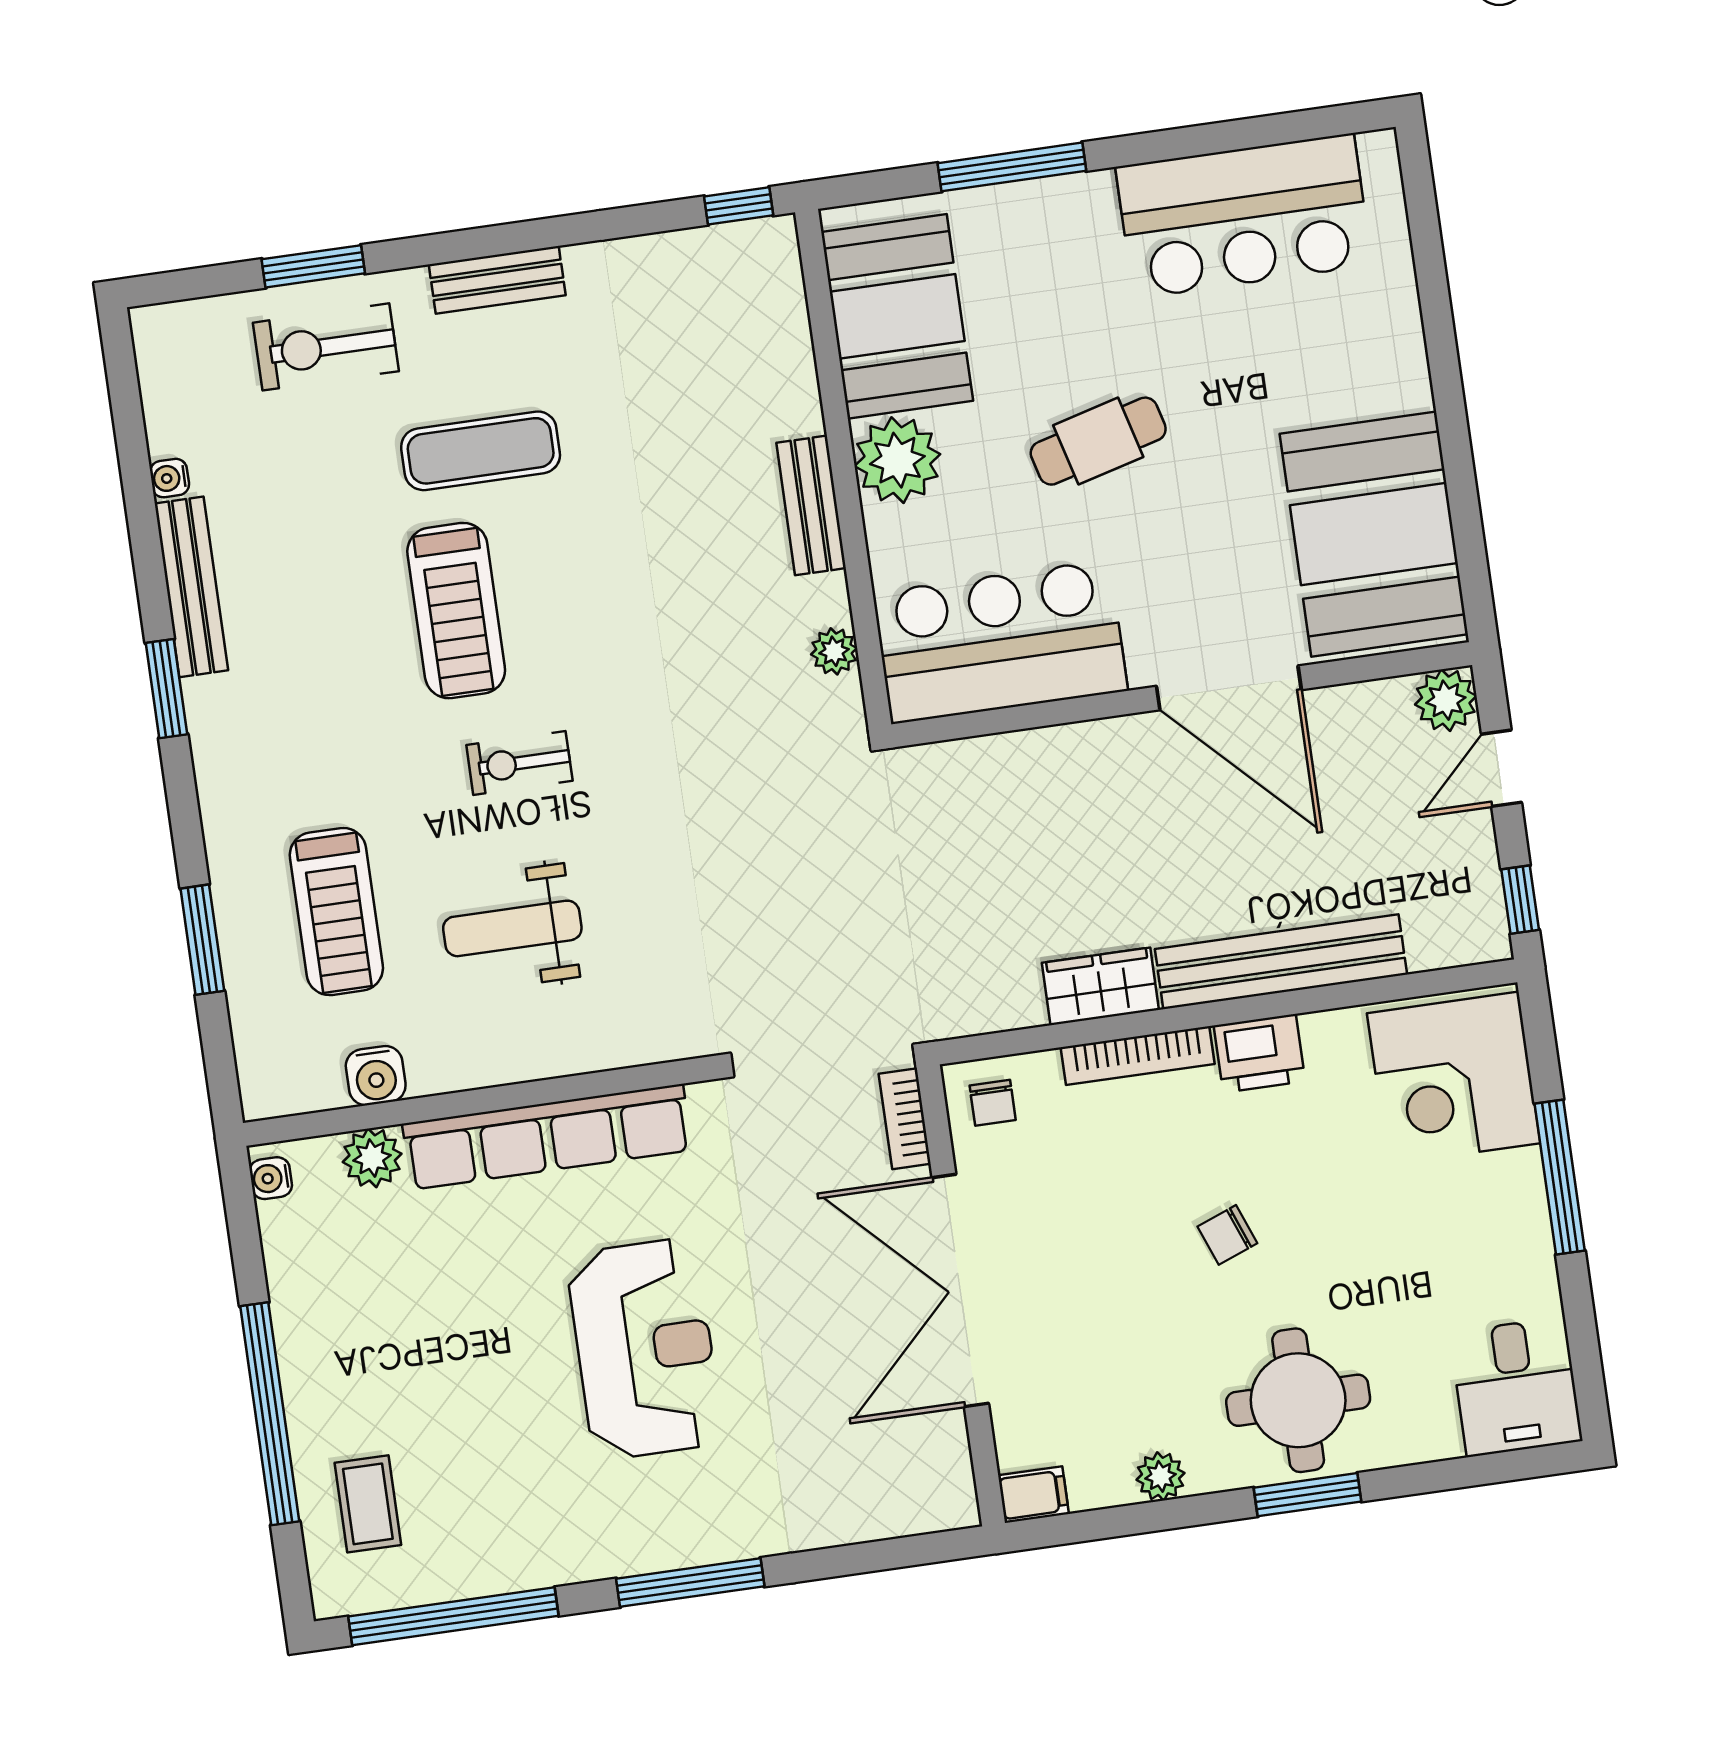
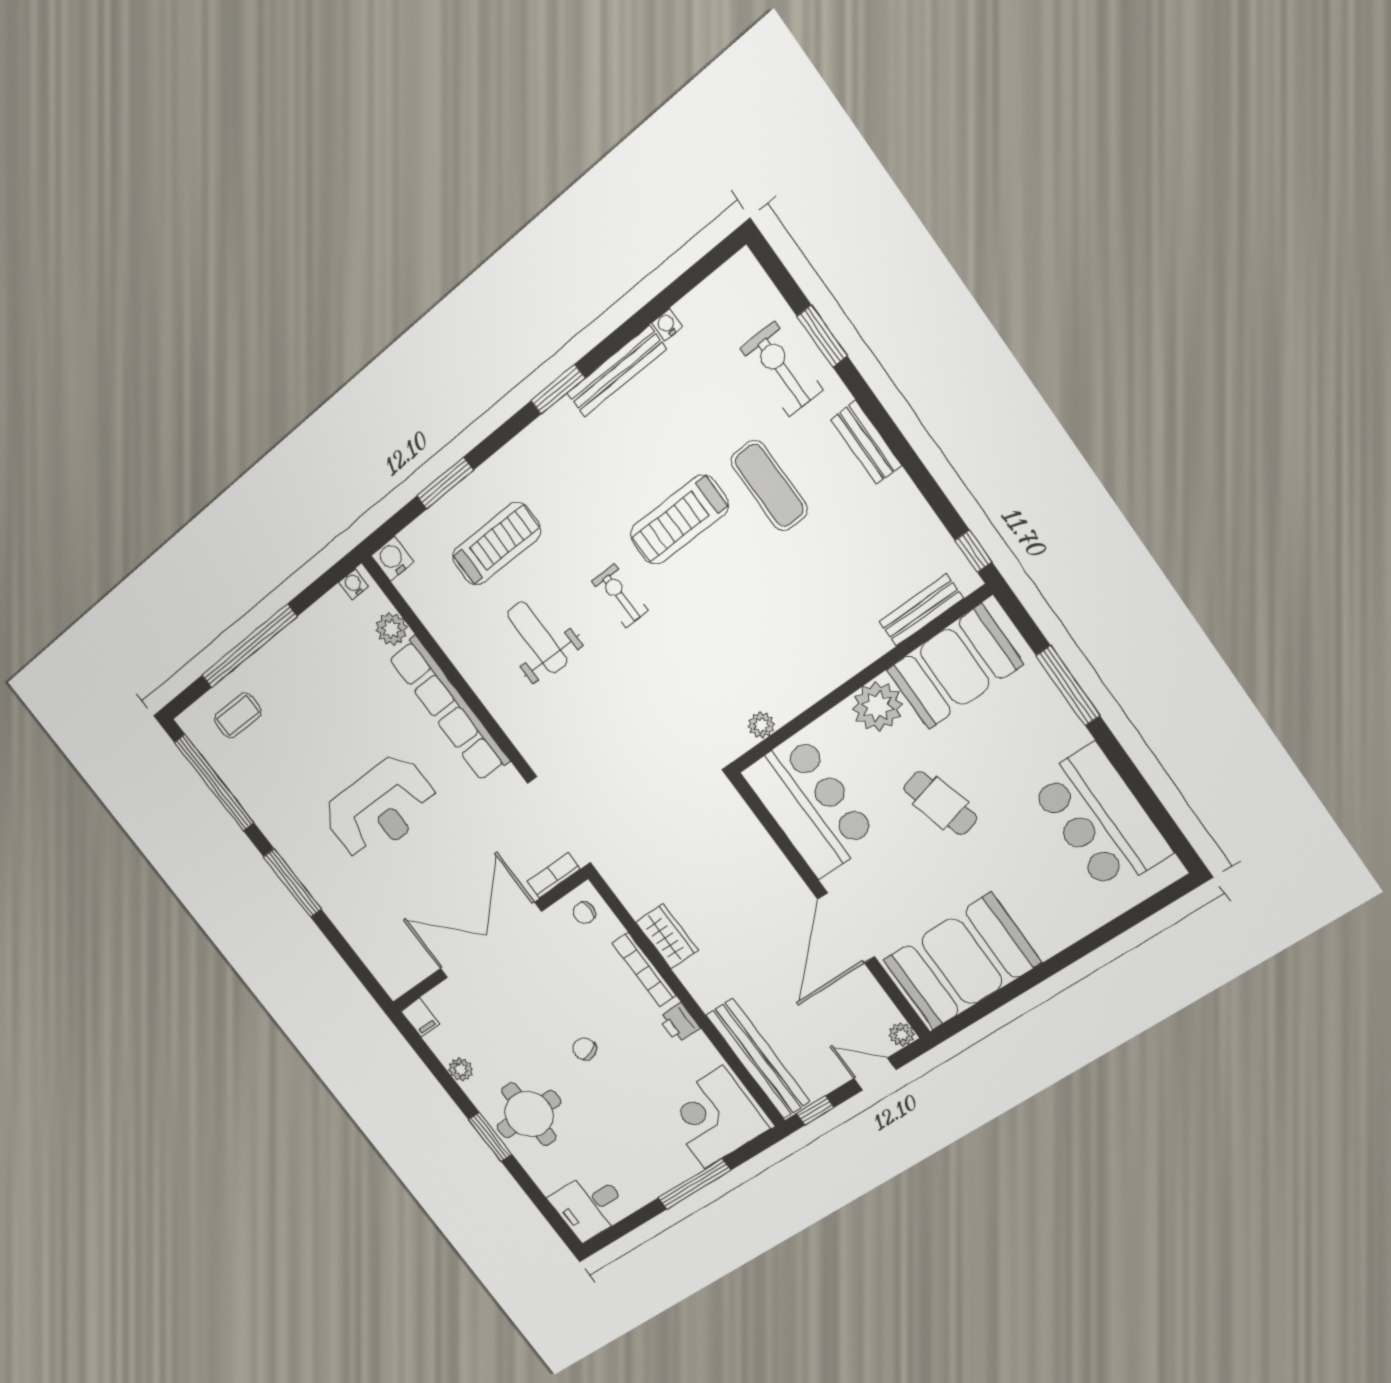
bench: (811, 505) -> (921, 610), moved
plant: (1446, 700) -> (902, 1035), width x0.73, depth x0.73
treadmill: (336, 912) -> (497, 544), turned 180
bench: (1281, 962) -> (758, 1059), moved
printer: (1259, 1053) -> (679, 1023), width x0.73, depth x0.81
water cooler: (376, 1076) -> (392, 559), moved, turned 90

